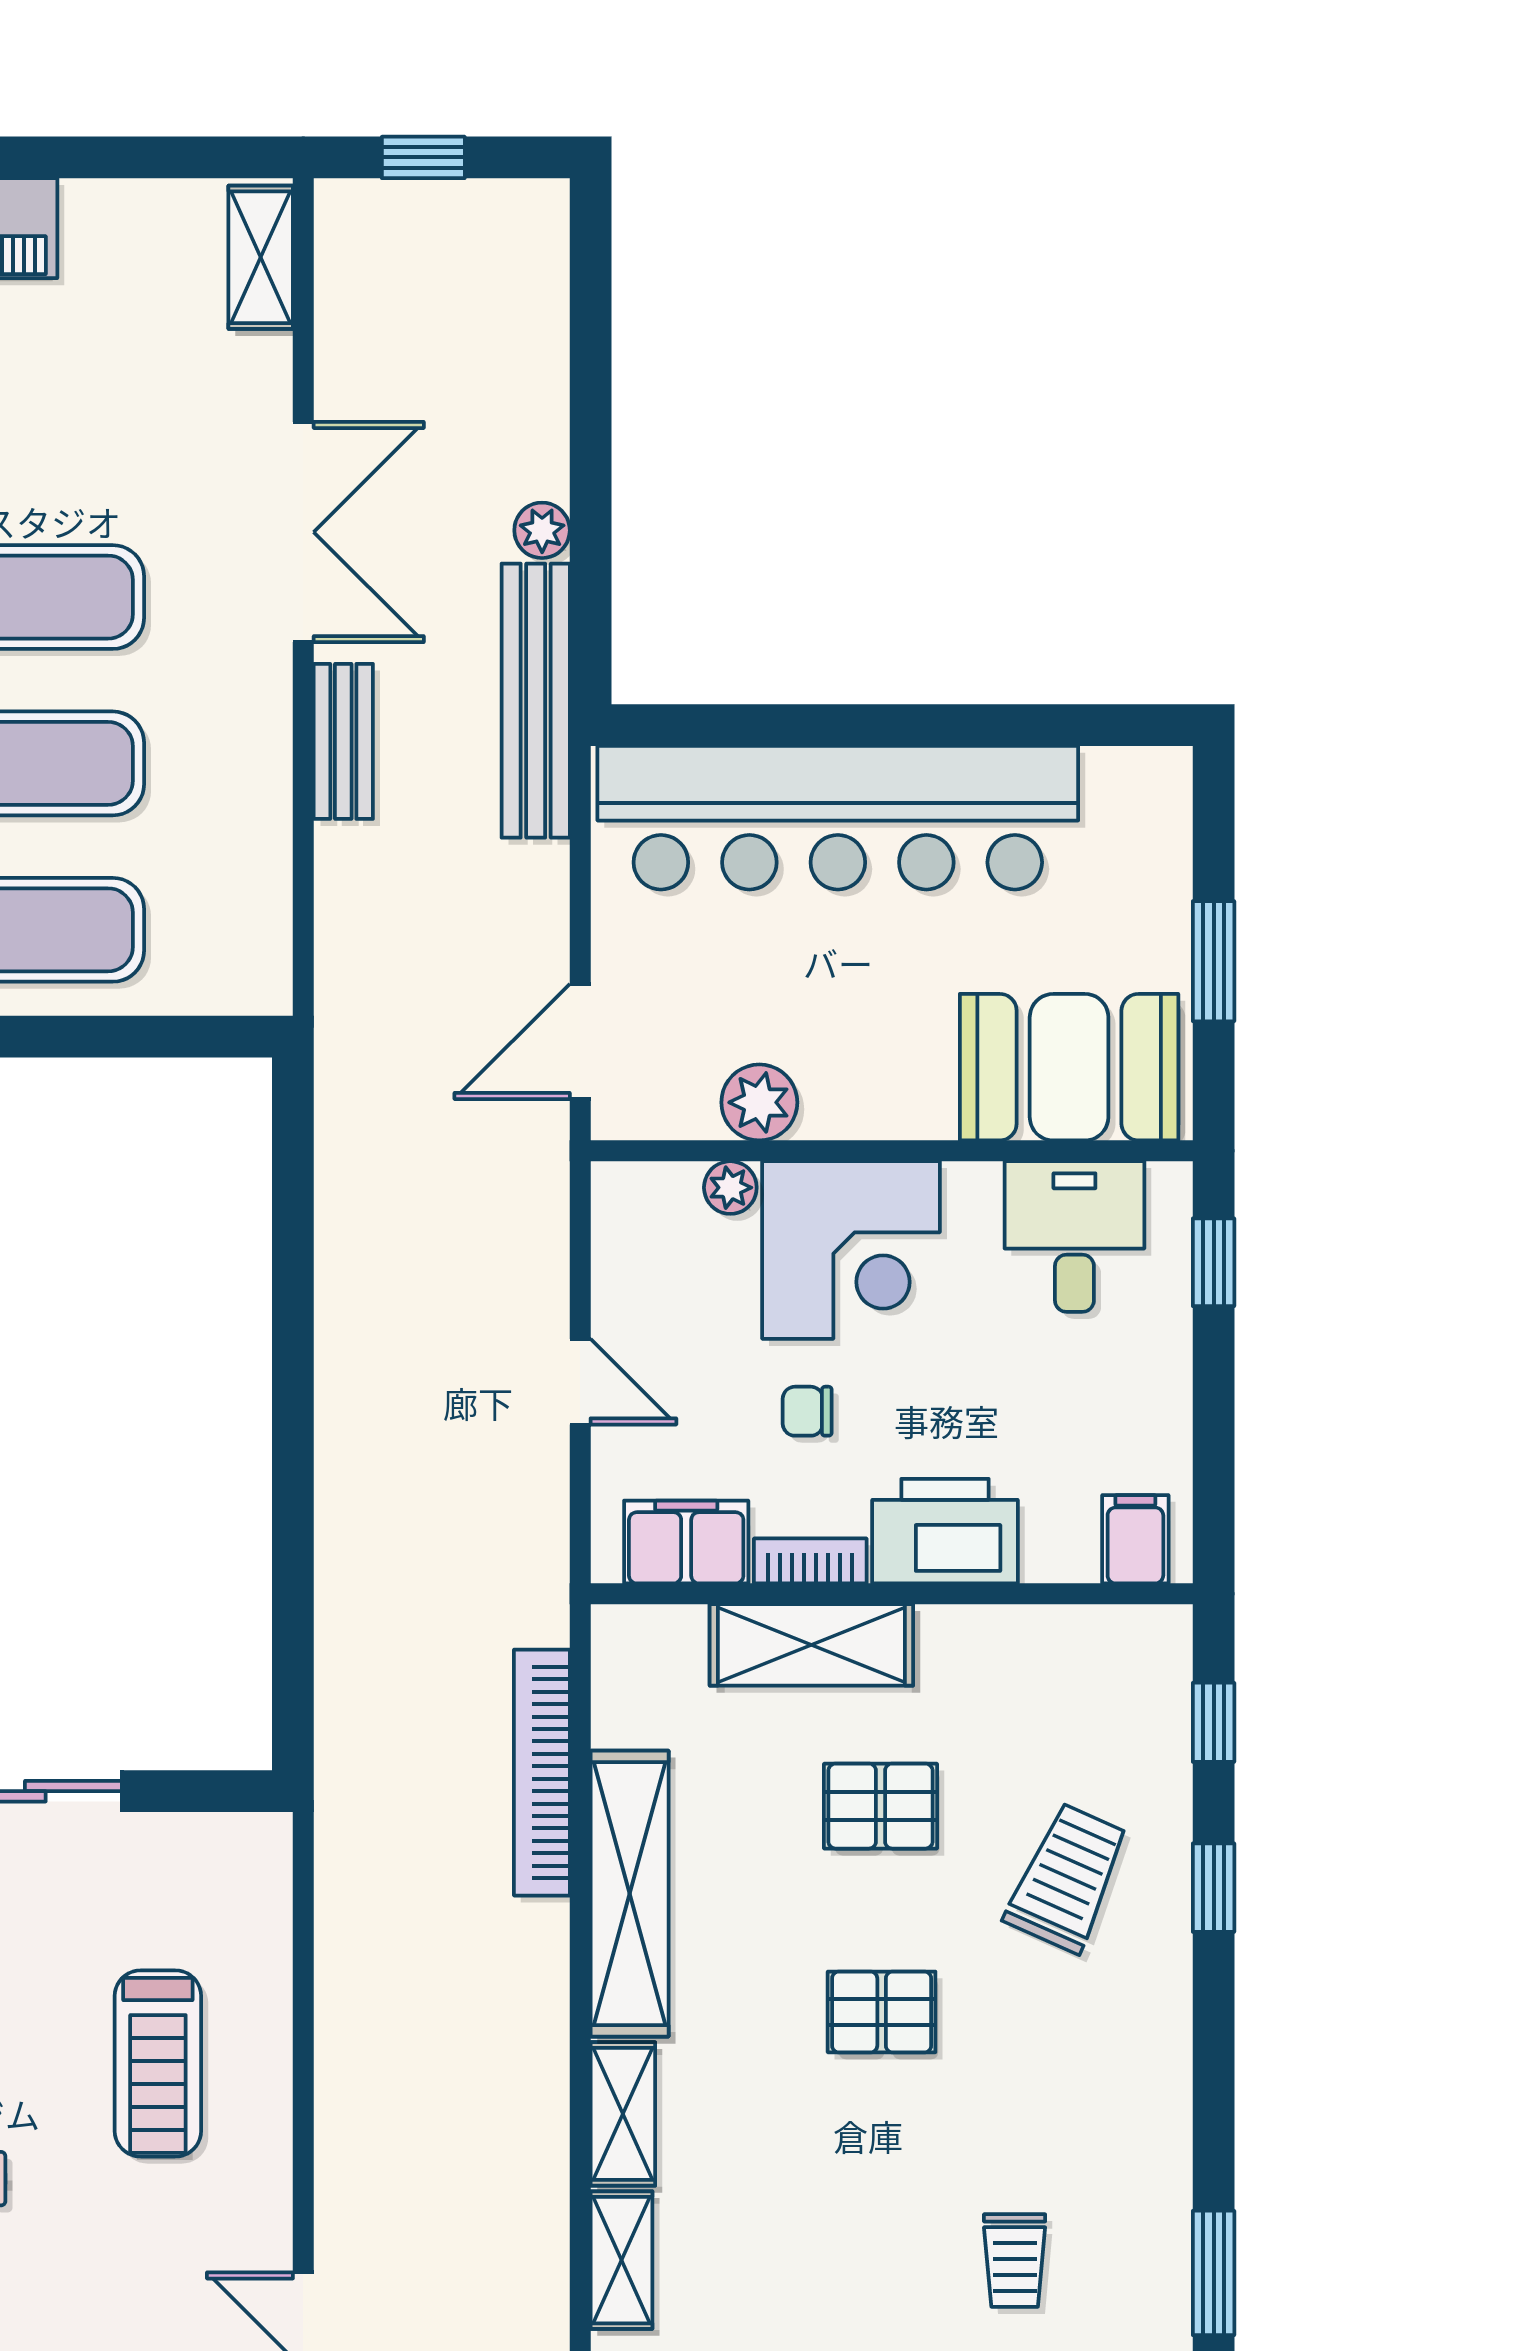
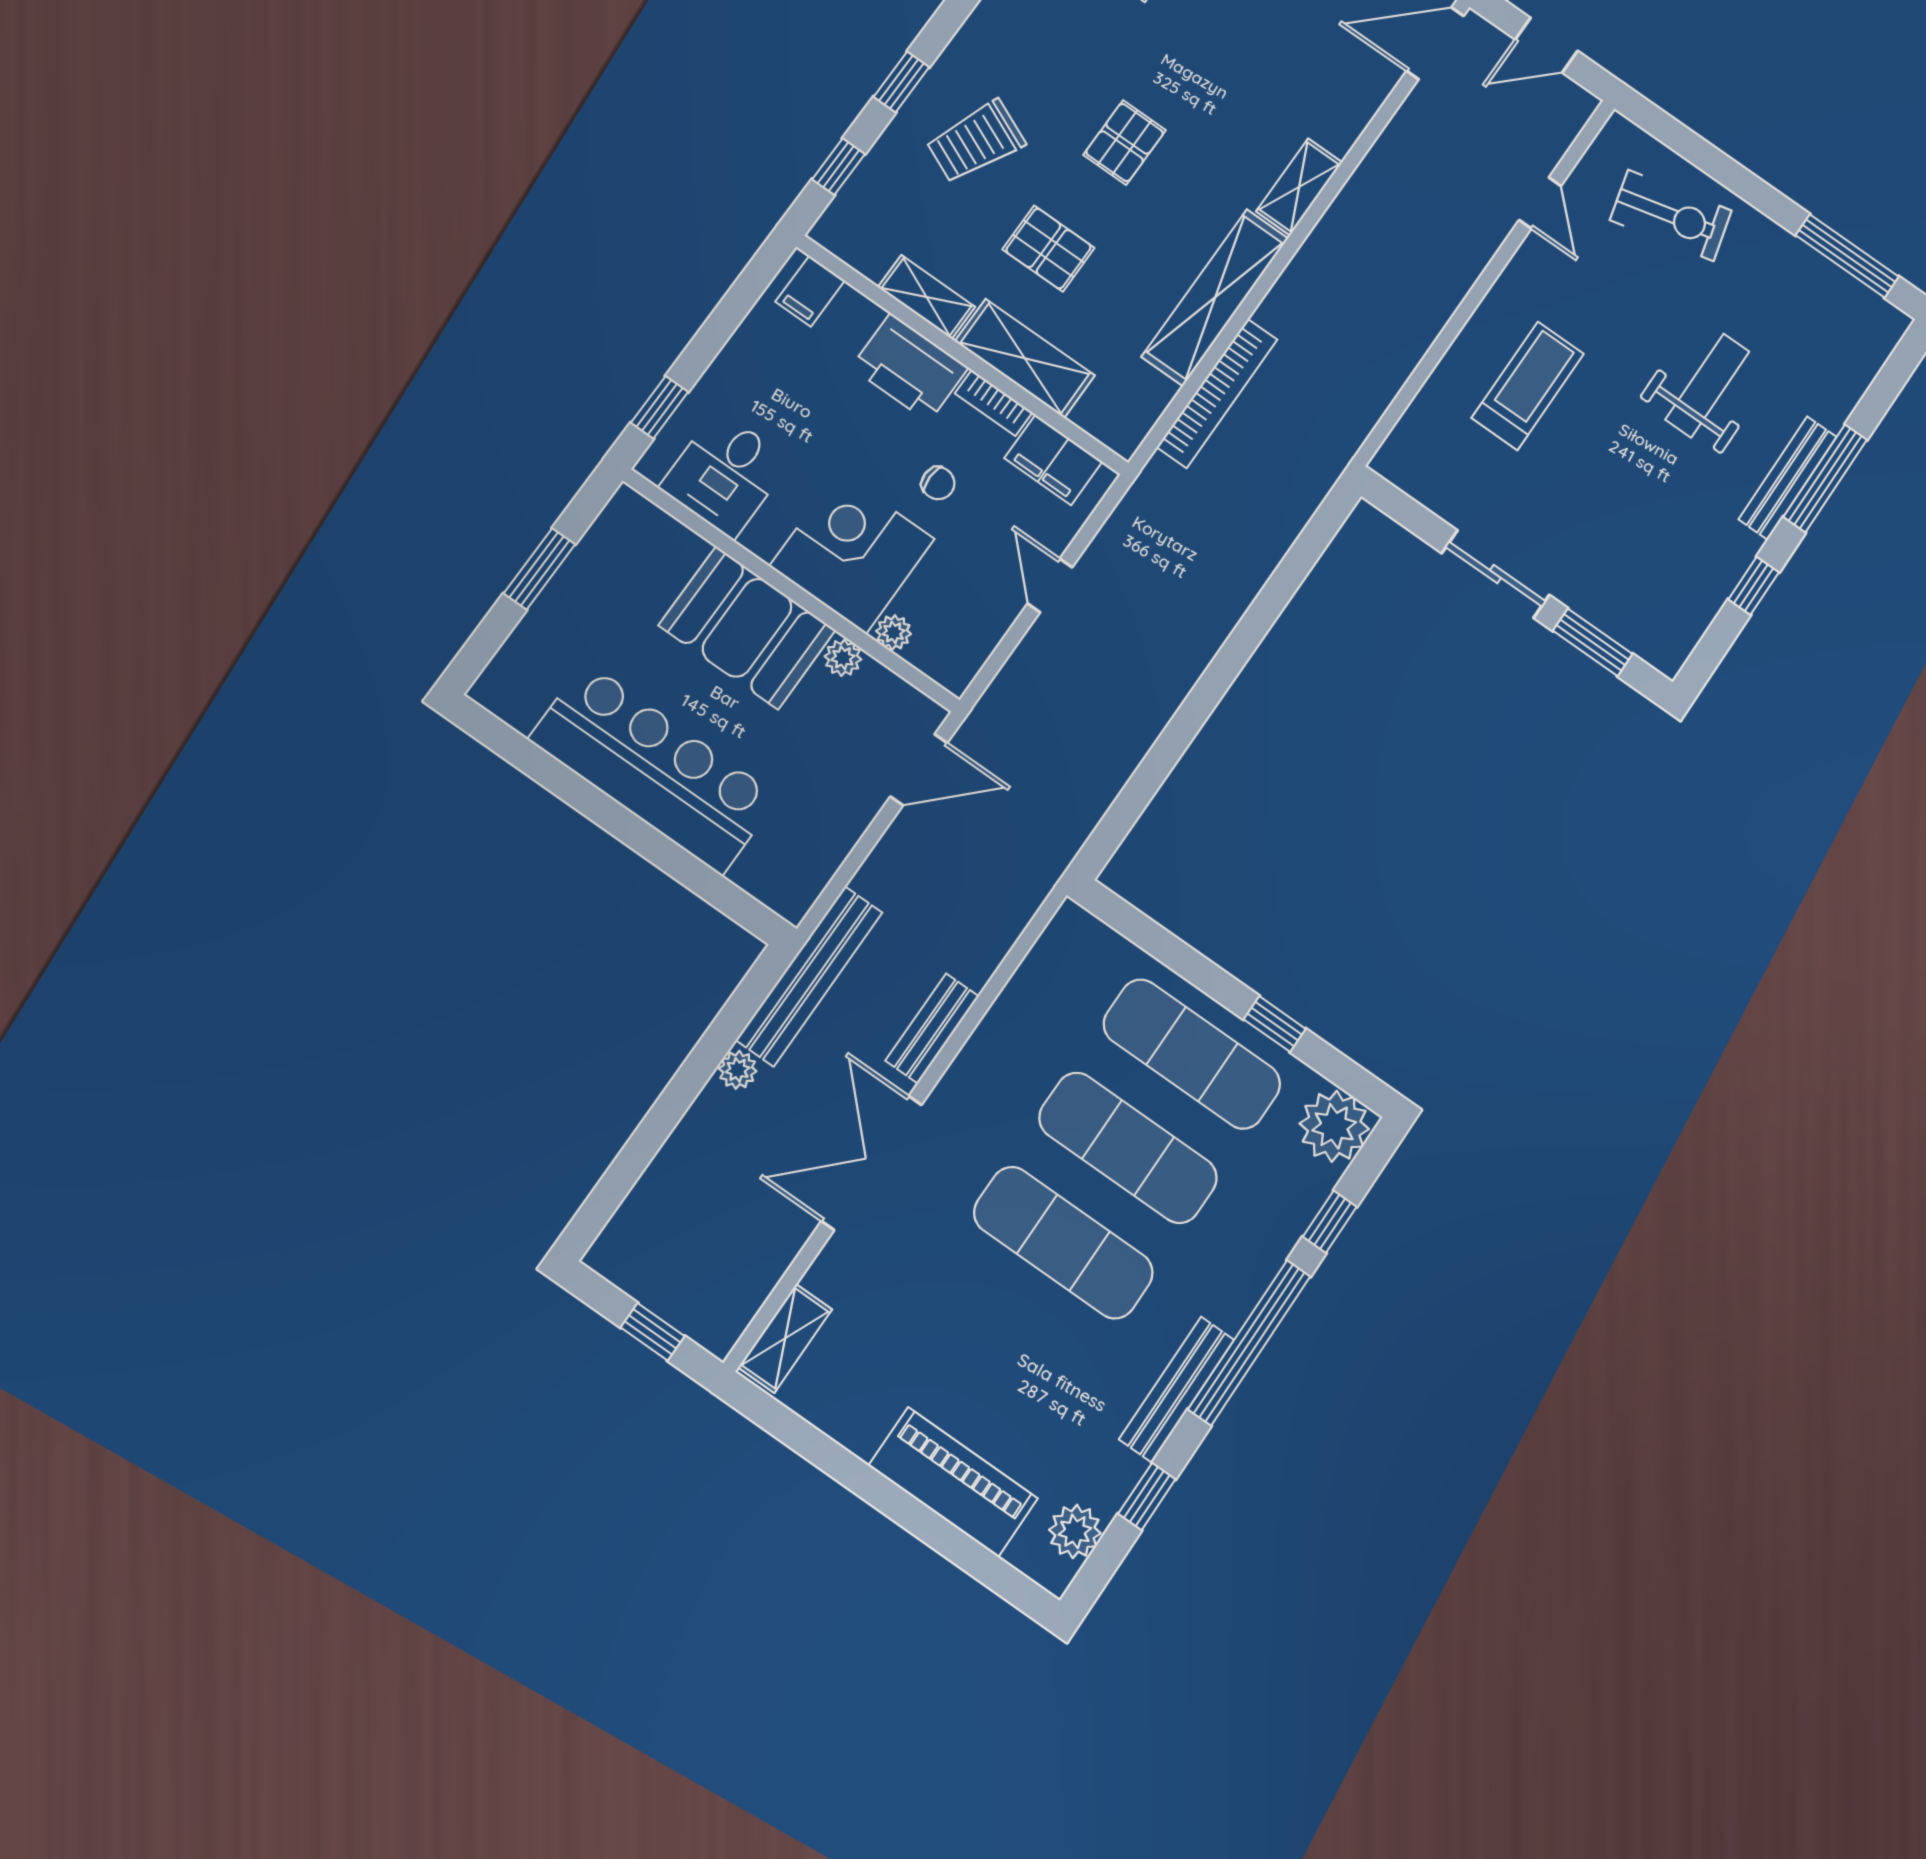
bar counter: (838, 818) -> (653, 768), width x0.73
booth: (1069, 1067) -> (747, 628), moved
plant: (759, 1102) -> (843, 658), width x0.73, depth x0.73
pallet: (882, 2012) -> (1125, 143), turned 90
shelving: (621, 2260) -> (927, 297), moved, turned 90

